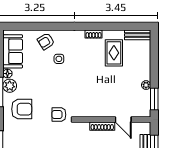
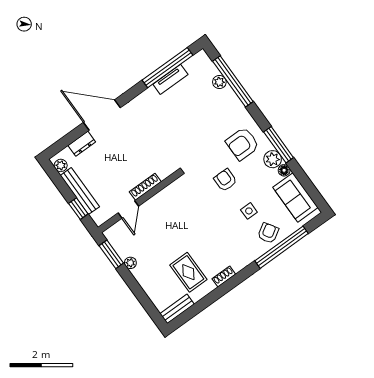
window: (44, 26) -> (282, 247), added
side table: (59, 59) -> (249, 211), moved
armchair: (59, 115) -> (225, 180), moved, turned -90
door: (123, 120) -> (128, 210), swing flipped

